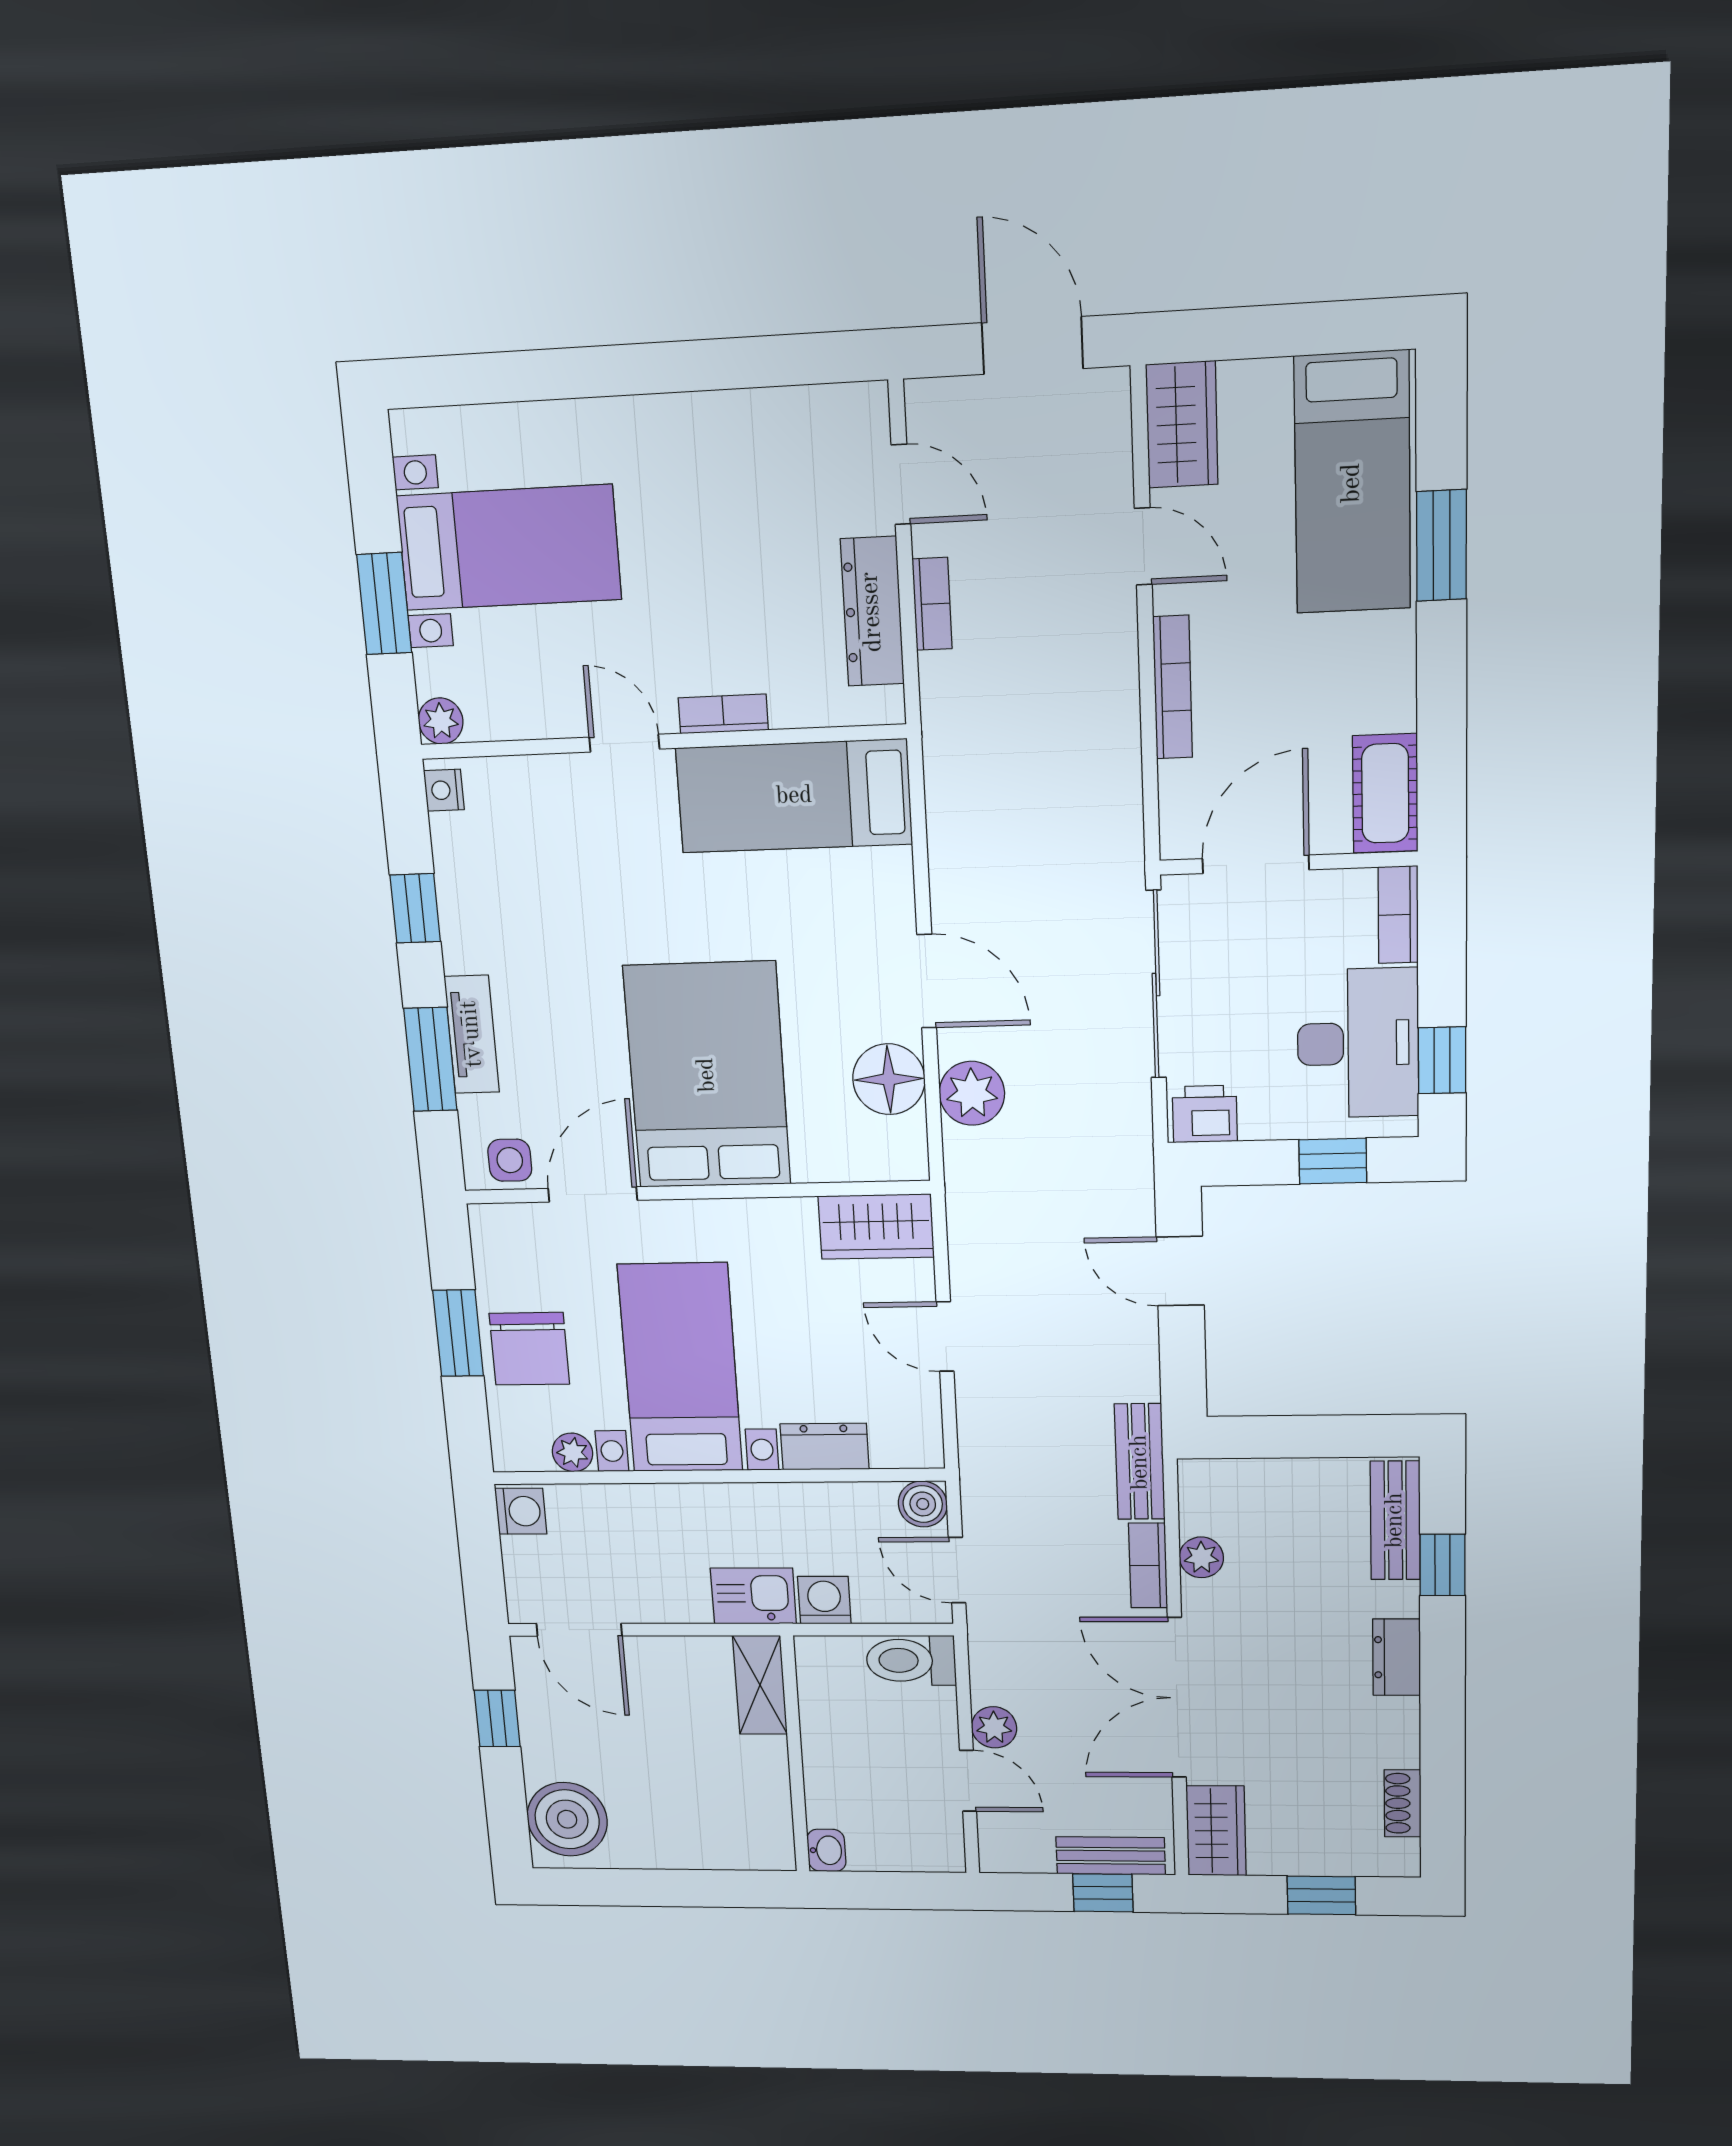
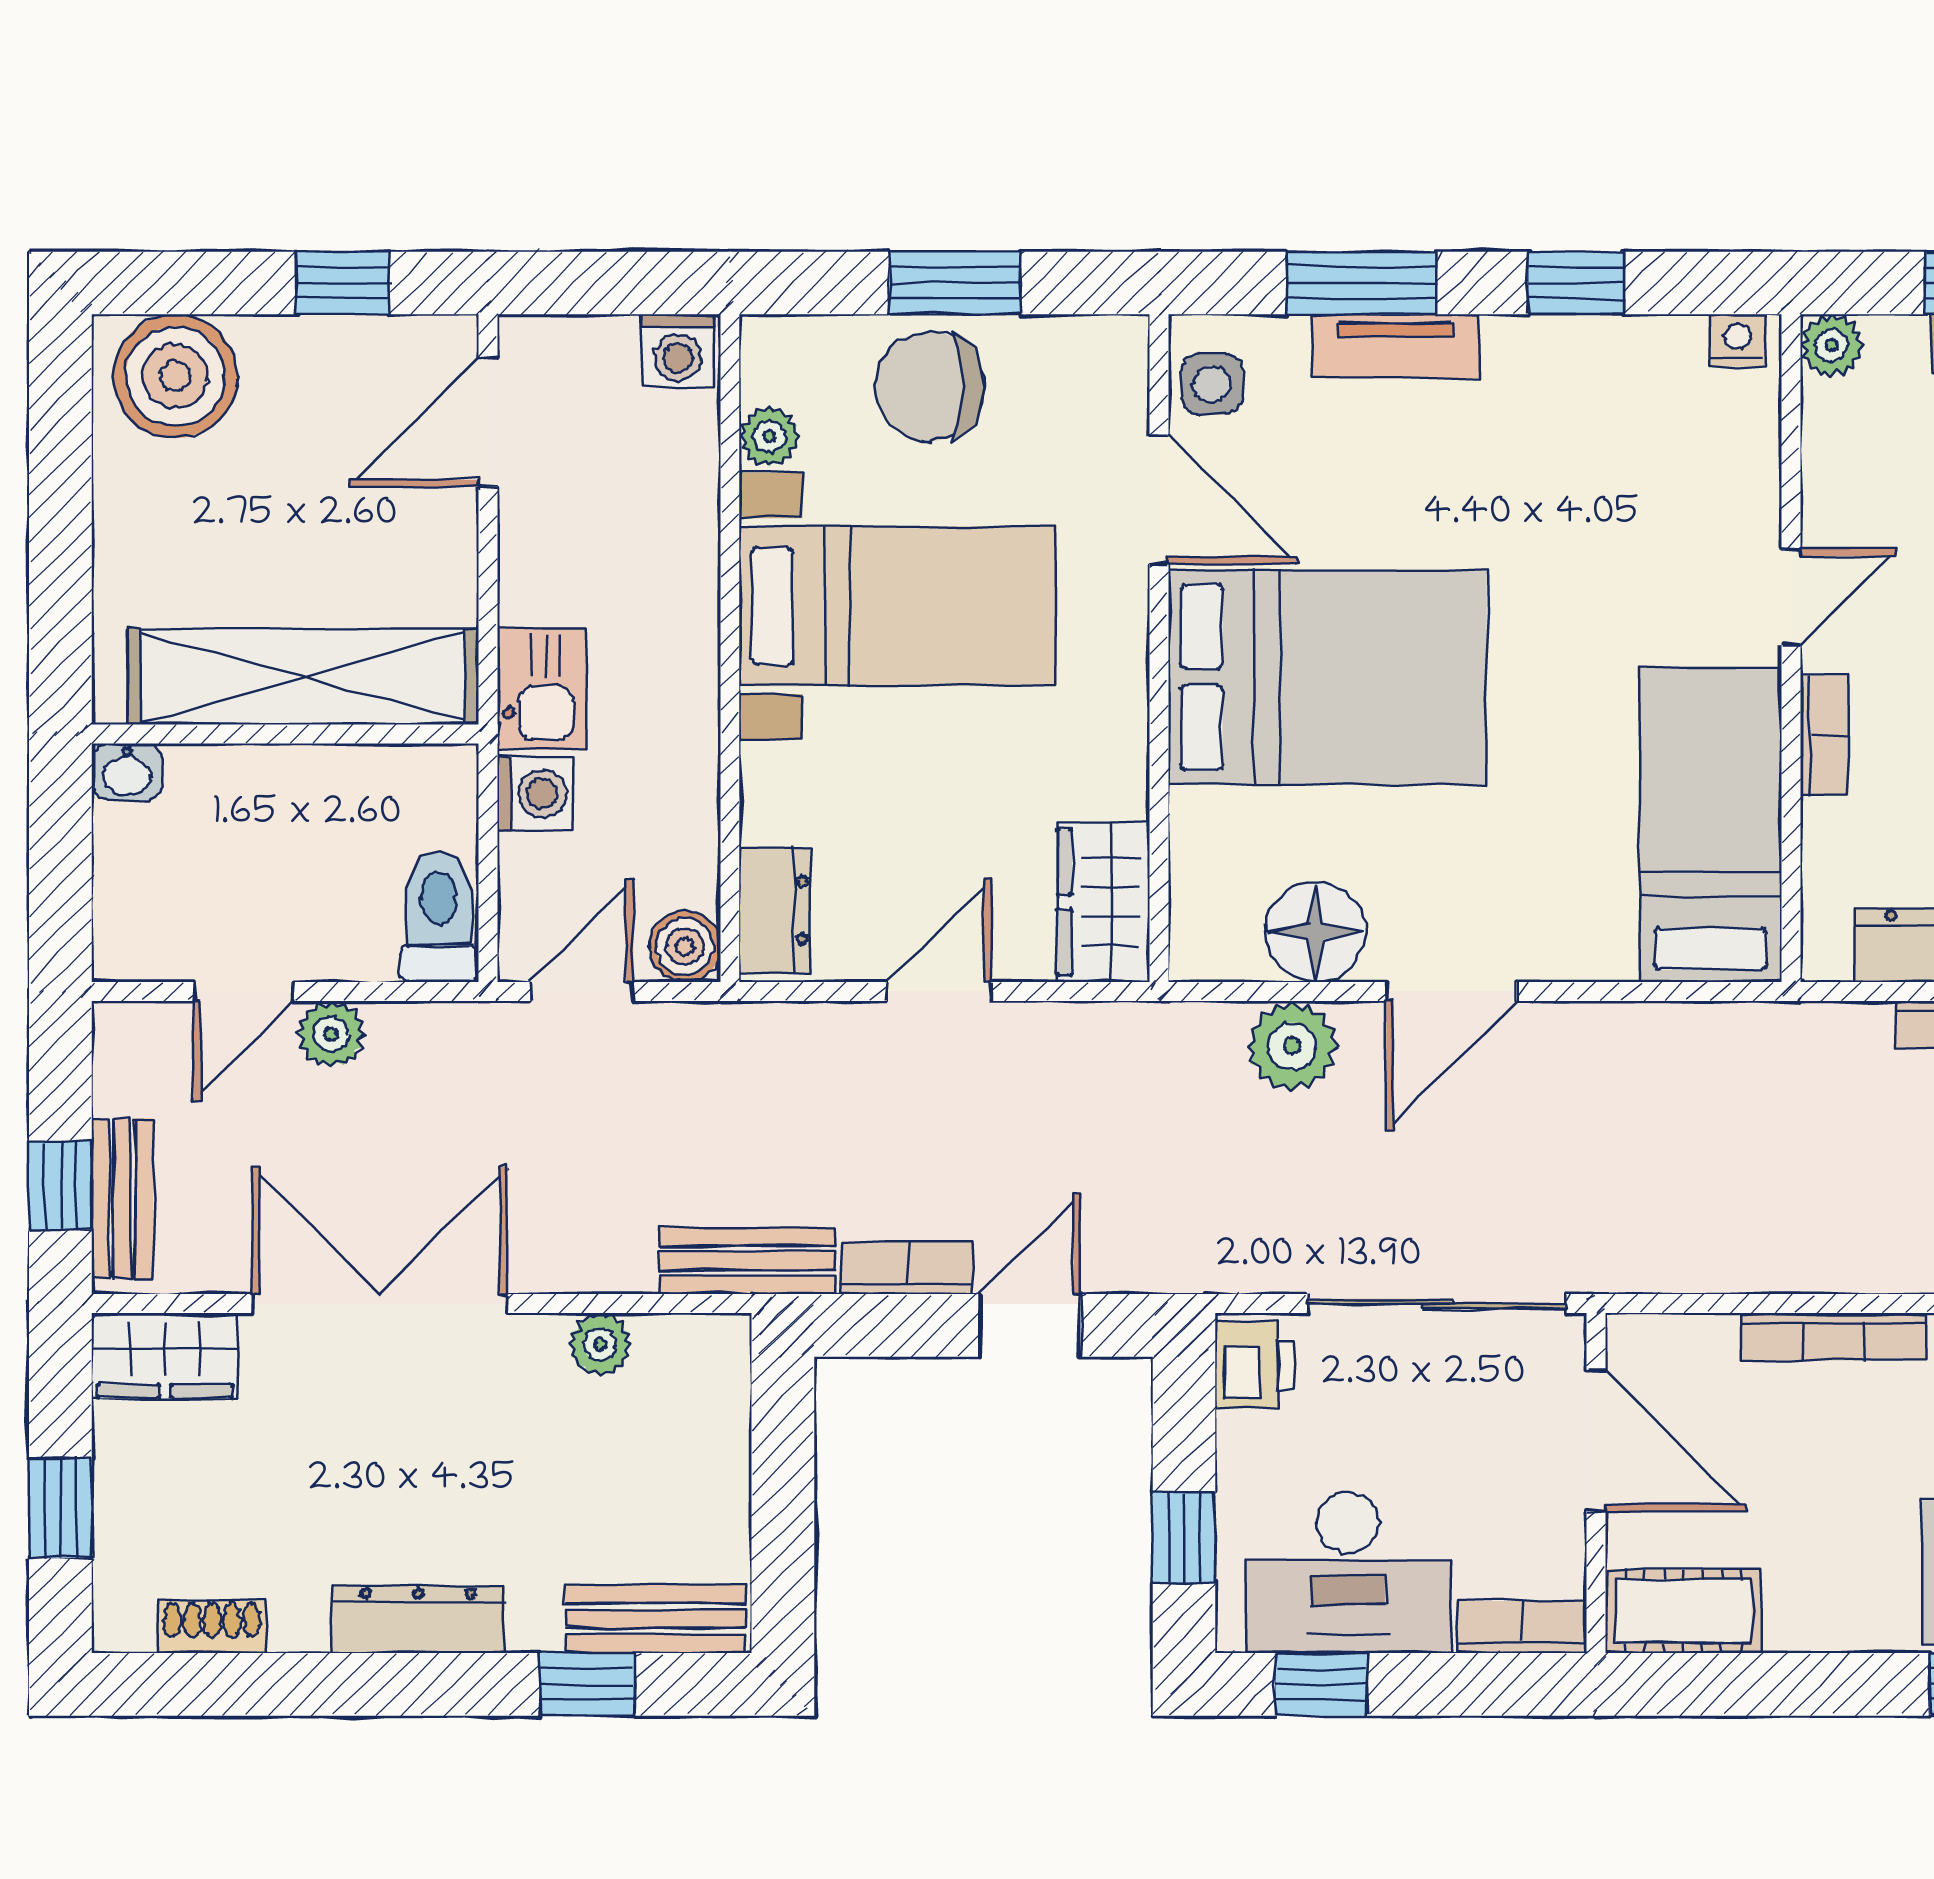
dresser: (825, 1447) -> (775, 911), moved
bookcase: (1148, 1565) -> (907, 1268), moved
dresser: (1397, 1657) -> (418, 1620), width x1.44
shelving: (760, 1685) -> (303, 677), width x2.20, depth x1.33

